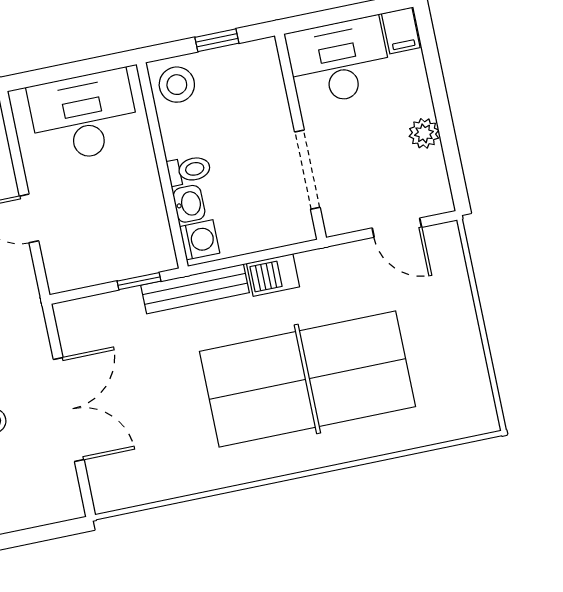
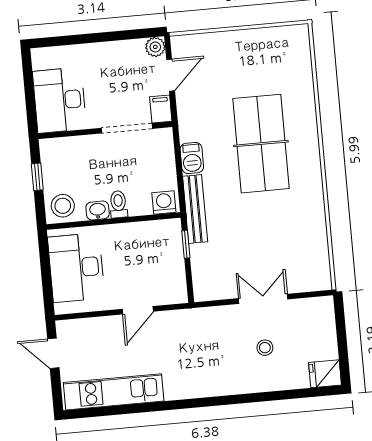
filing cabinet: (401, 31) -> (161, 109), moved, turned -90
plant: (424, 133) -> (155, 47), moved
washbasin: (189, 204) -> (98, 210), moved
table tennis table: (307, 379) -> (261, 144), width x0.73, depth x0.76
double door: (69, 409) -> (263, 299), width x0.73

